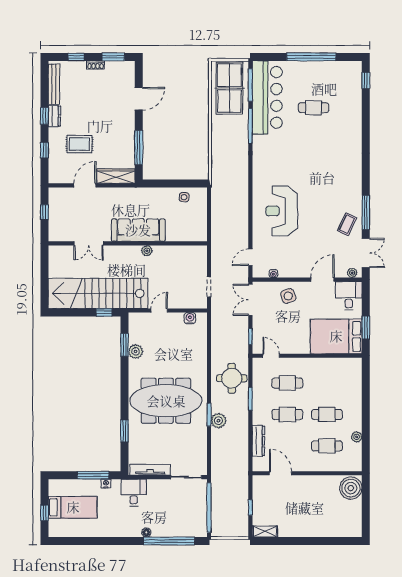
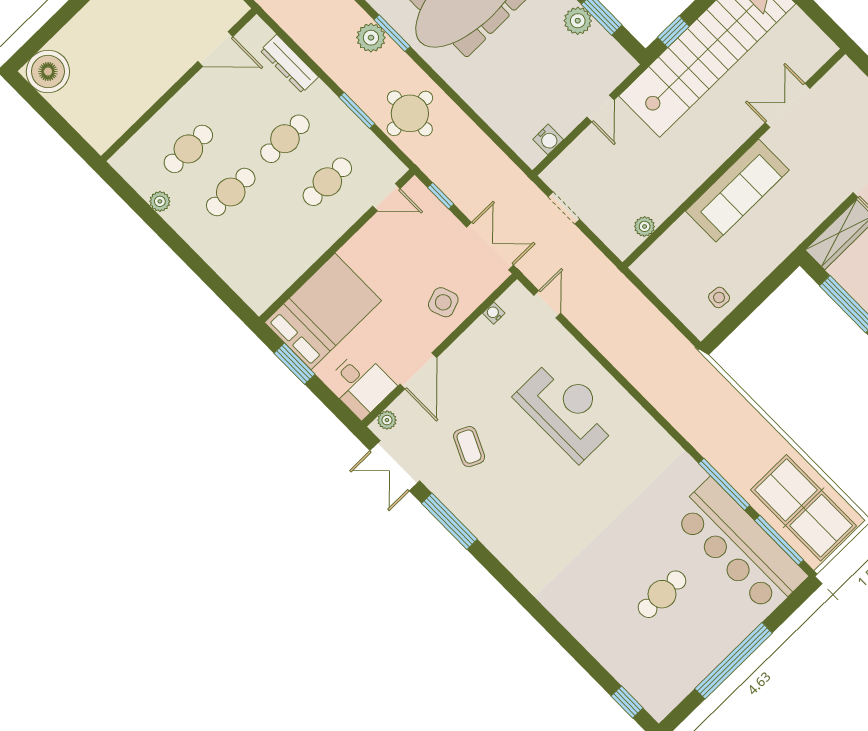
coffee table: (347, 224) -> (469, 447), moved
plant: (147, 251) -> (645, 226), moved
boiler: (351, 488) -> (48, 71), moved

